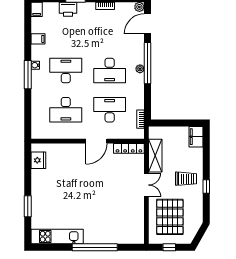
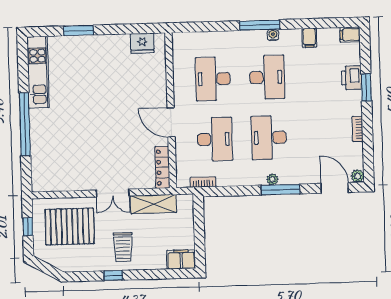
window: (148, 63) -> (280, 190), width x0.68

